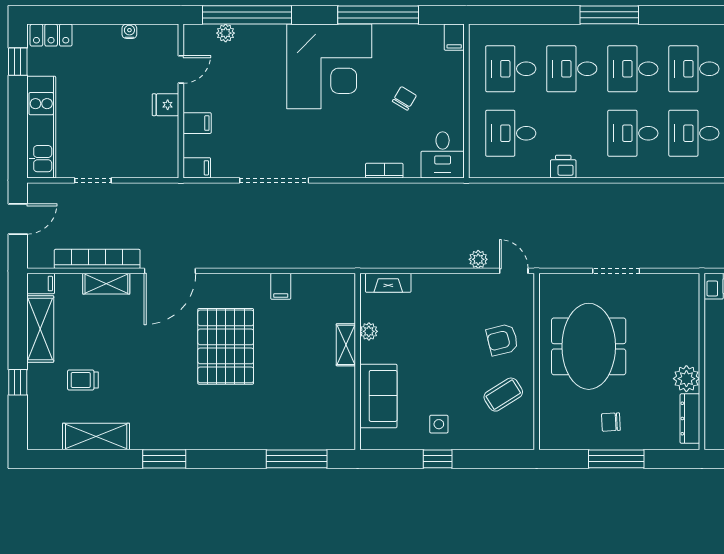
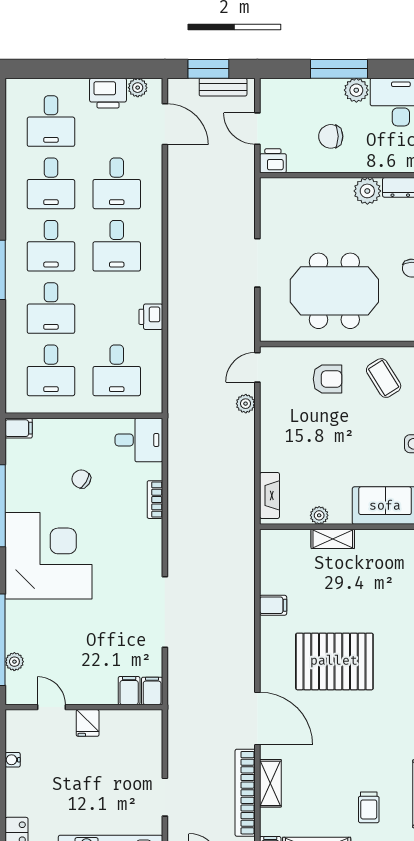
filing cabinet: (197, 123) -> (129, 691), moved
armchair: (502, 340) -> (328, 379), turned -76

